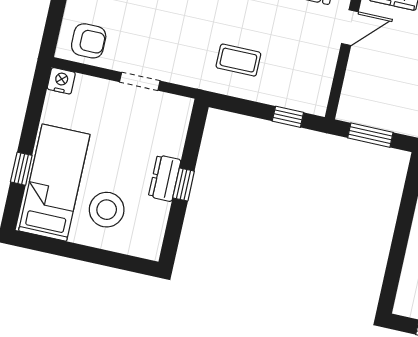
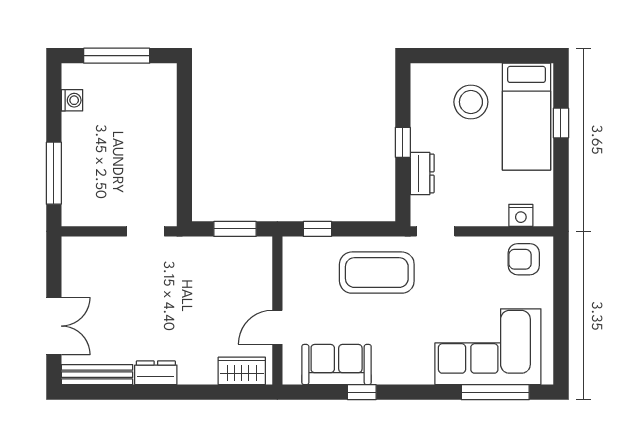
coffee table: (238, 60) -> (377, 273), width x1.86, depth x1.72
nightstand: (61, 81) -> (521, 215), moved
doorway: (140, 81) -> (436, 231), moved
dresser: (165, 178) -> (422, 173), moved

